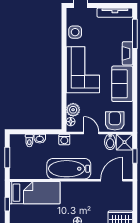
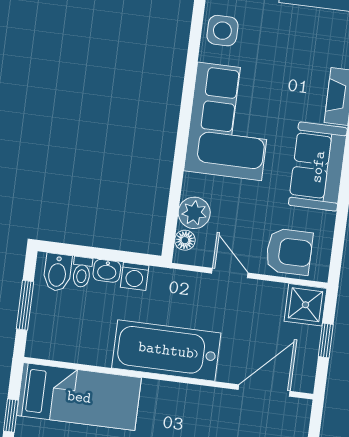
armchair: (115, 121) -> (289, 252), turned 90
washing machine: (64, 139) -> (135, 276), moved
bidet: (110, 142) -> (57, 272), moved

